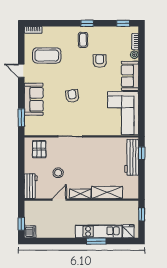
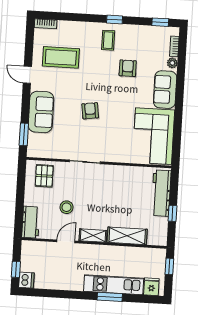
window: (142, 153) -> (173, 213), moved

